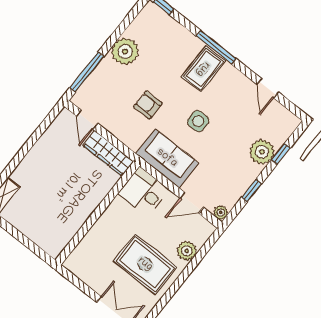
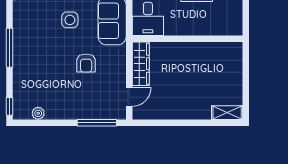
plant: (125, 51) -> (38, 113), moved, width x0.53, depth x0.53
rug: (203, 69) -> (31, 45), removed

